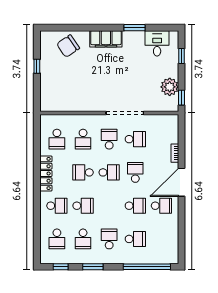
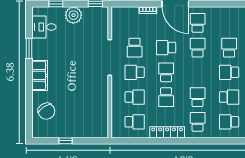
plant: (170, 87) -> (73, 15), moved
school desk: (135, 139) -> (135, 48), turned 180
school desk: (57, 239) -> (229, 122), turned 180

